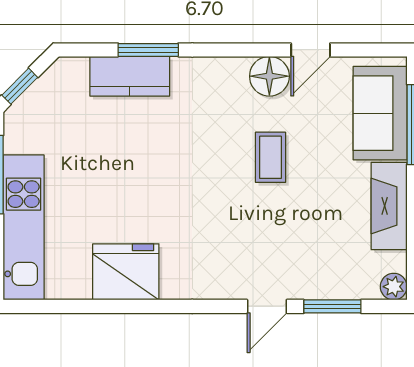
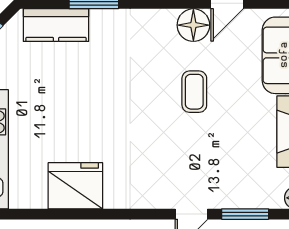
kitchen counter: (130, 76) -> (56, 25), moved

